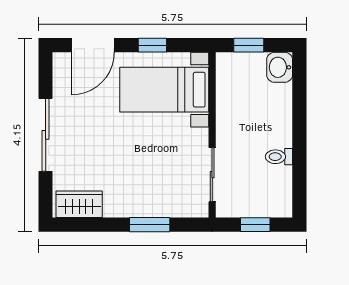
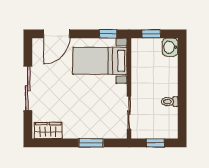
window: (152, 45) -> (108, 34), moved

